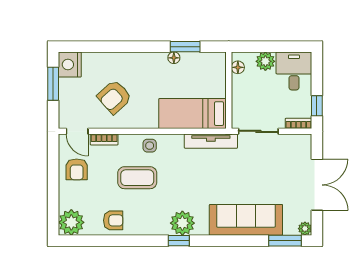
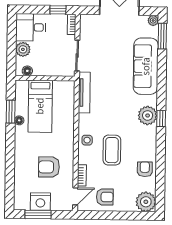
nightstand: (70, 65) -> (40, 202), moved
armchair: (114, 97) -> (49, 167), turned 132
bed: (192, 114) -> (40, 106), moved

